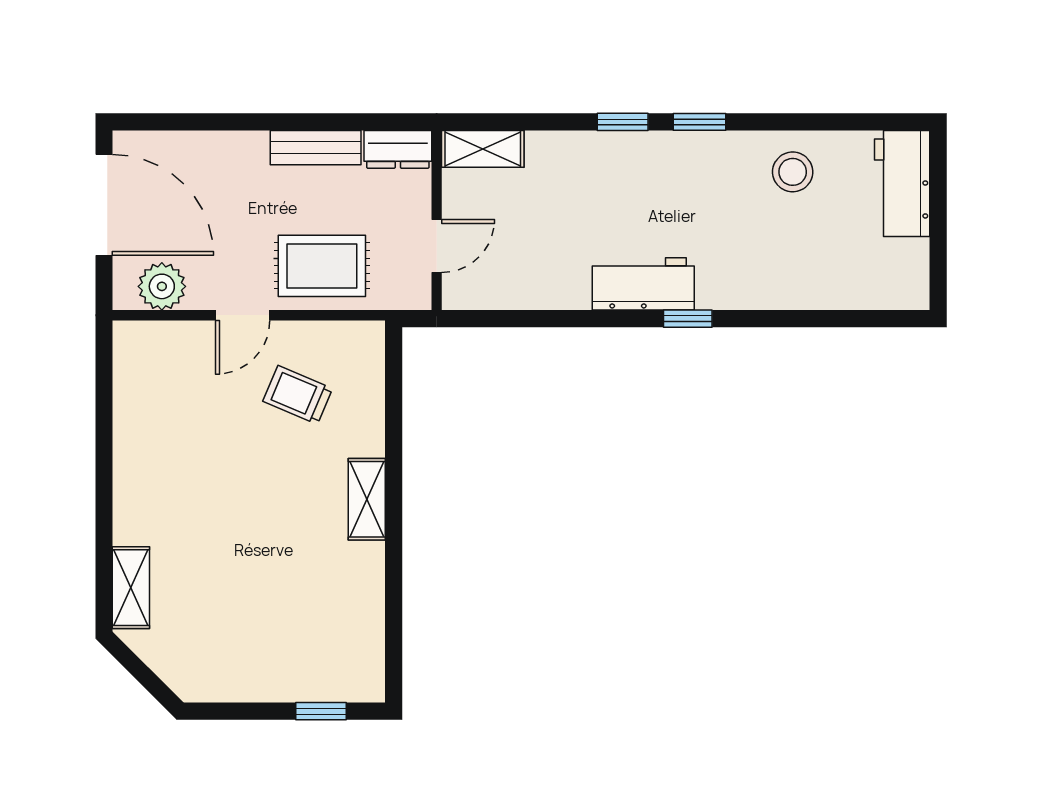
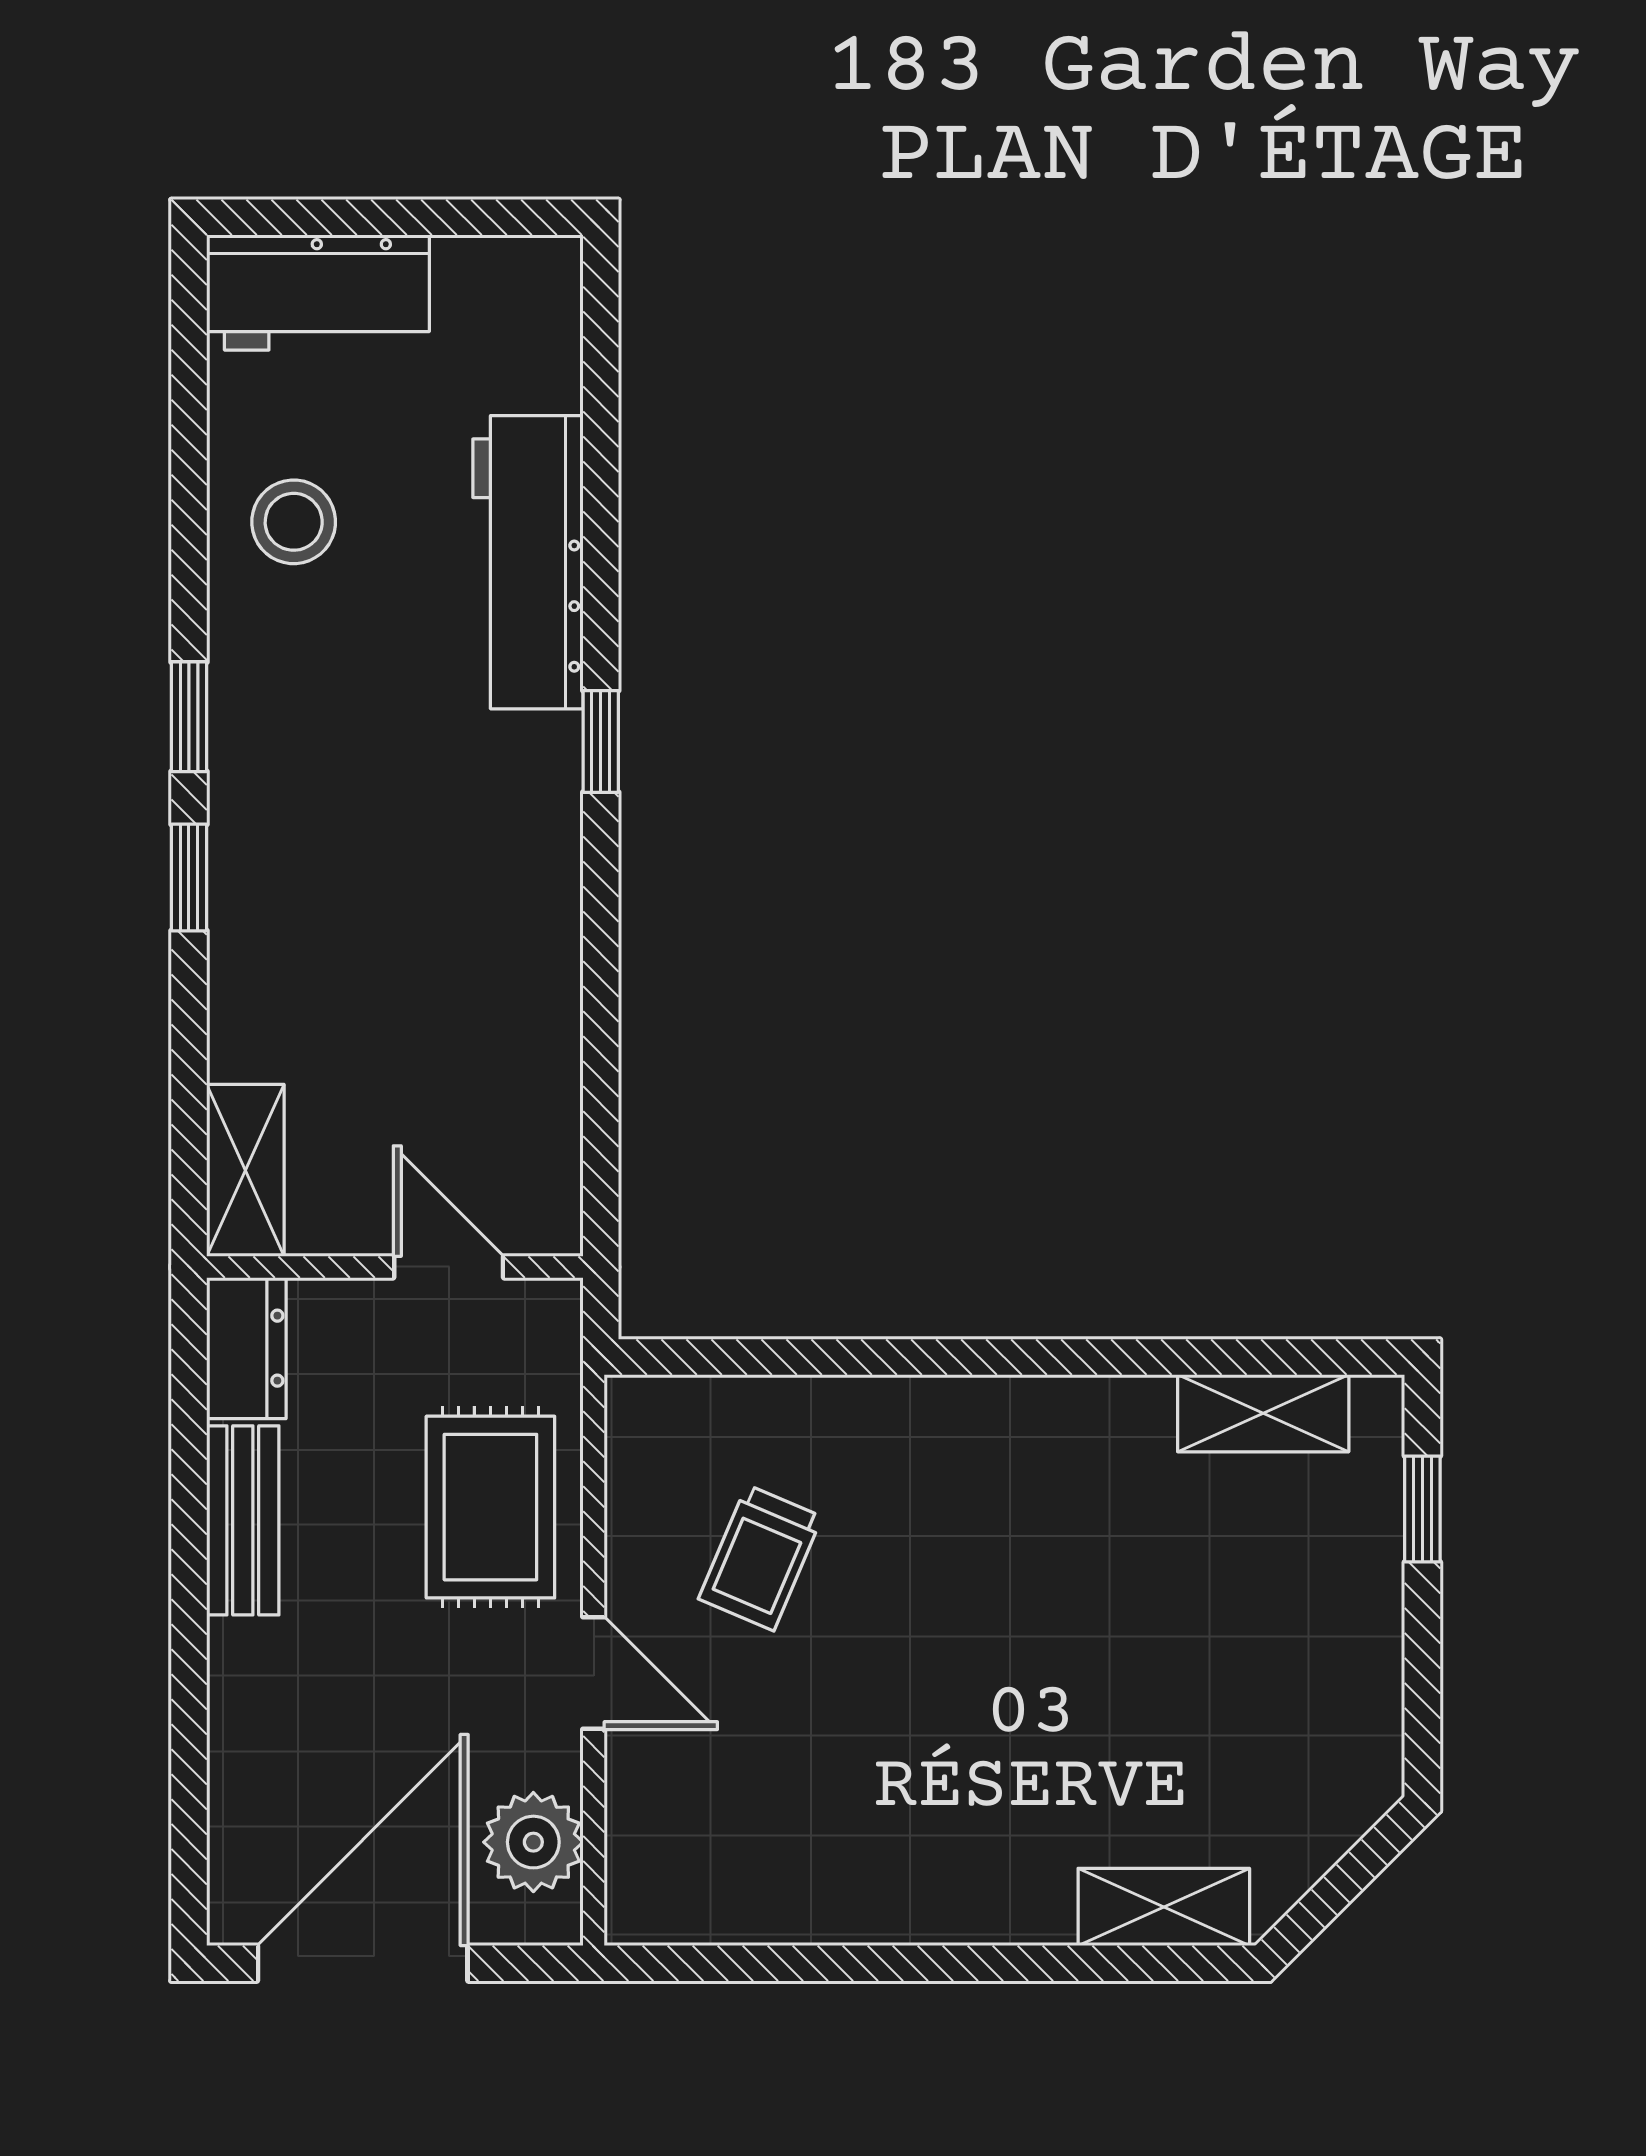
workbench: (643, 284) -> (528, 562), moved, width x1.37
shelving: (367, 499) -> (1263, 1413), moved

